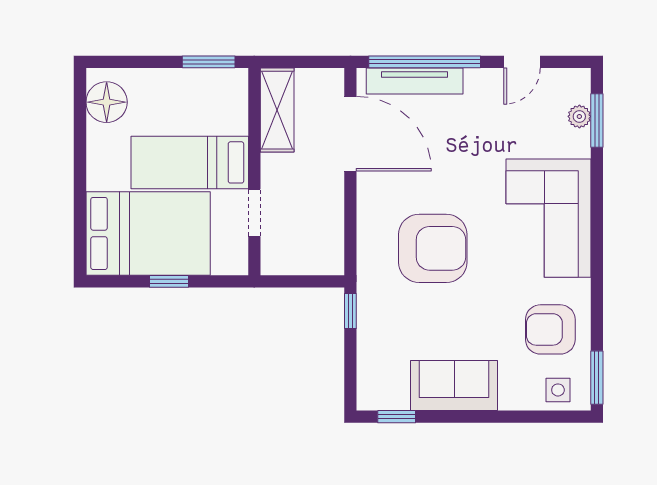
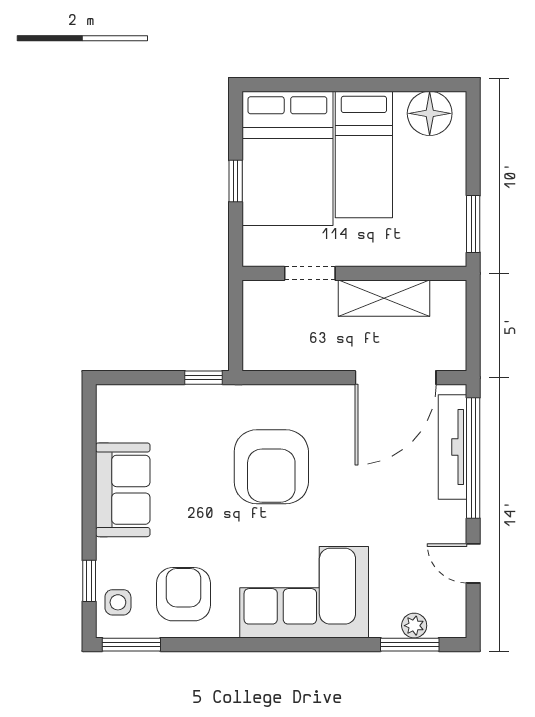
shelving: (277, 110) -> (384, 298), moved
bed: (190, 162) -> (364, 155), moved, turned 180
window: (397, 417) -> (89, 581), moved

